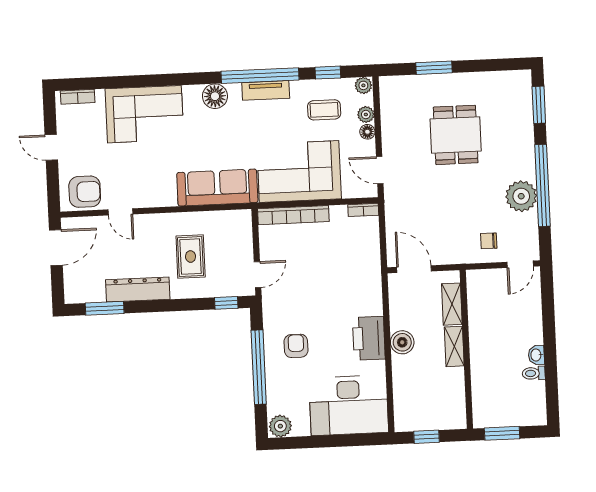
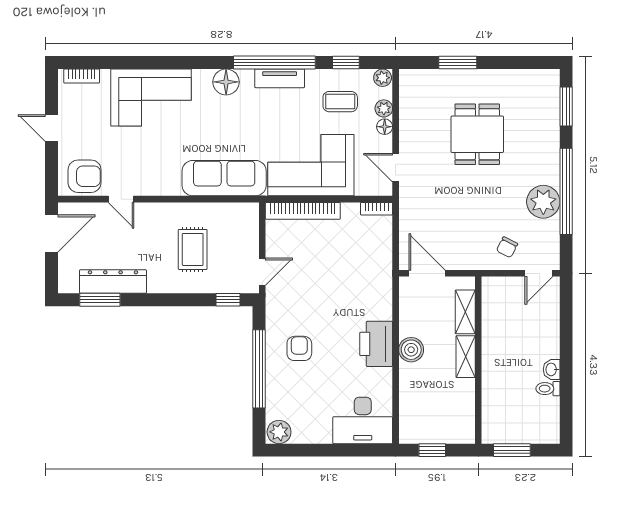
chair: (489, 241) -> (507, 247), turned -63
dresser: (138, 289) -> (113, 282), moved
desk: (349, 405) -> (363, 420), width x0.73, depth x0.77

